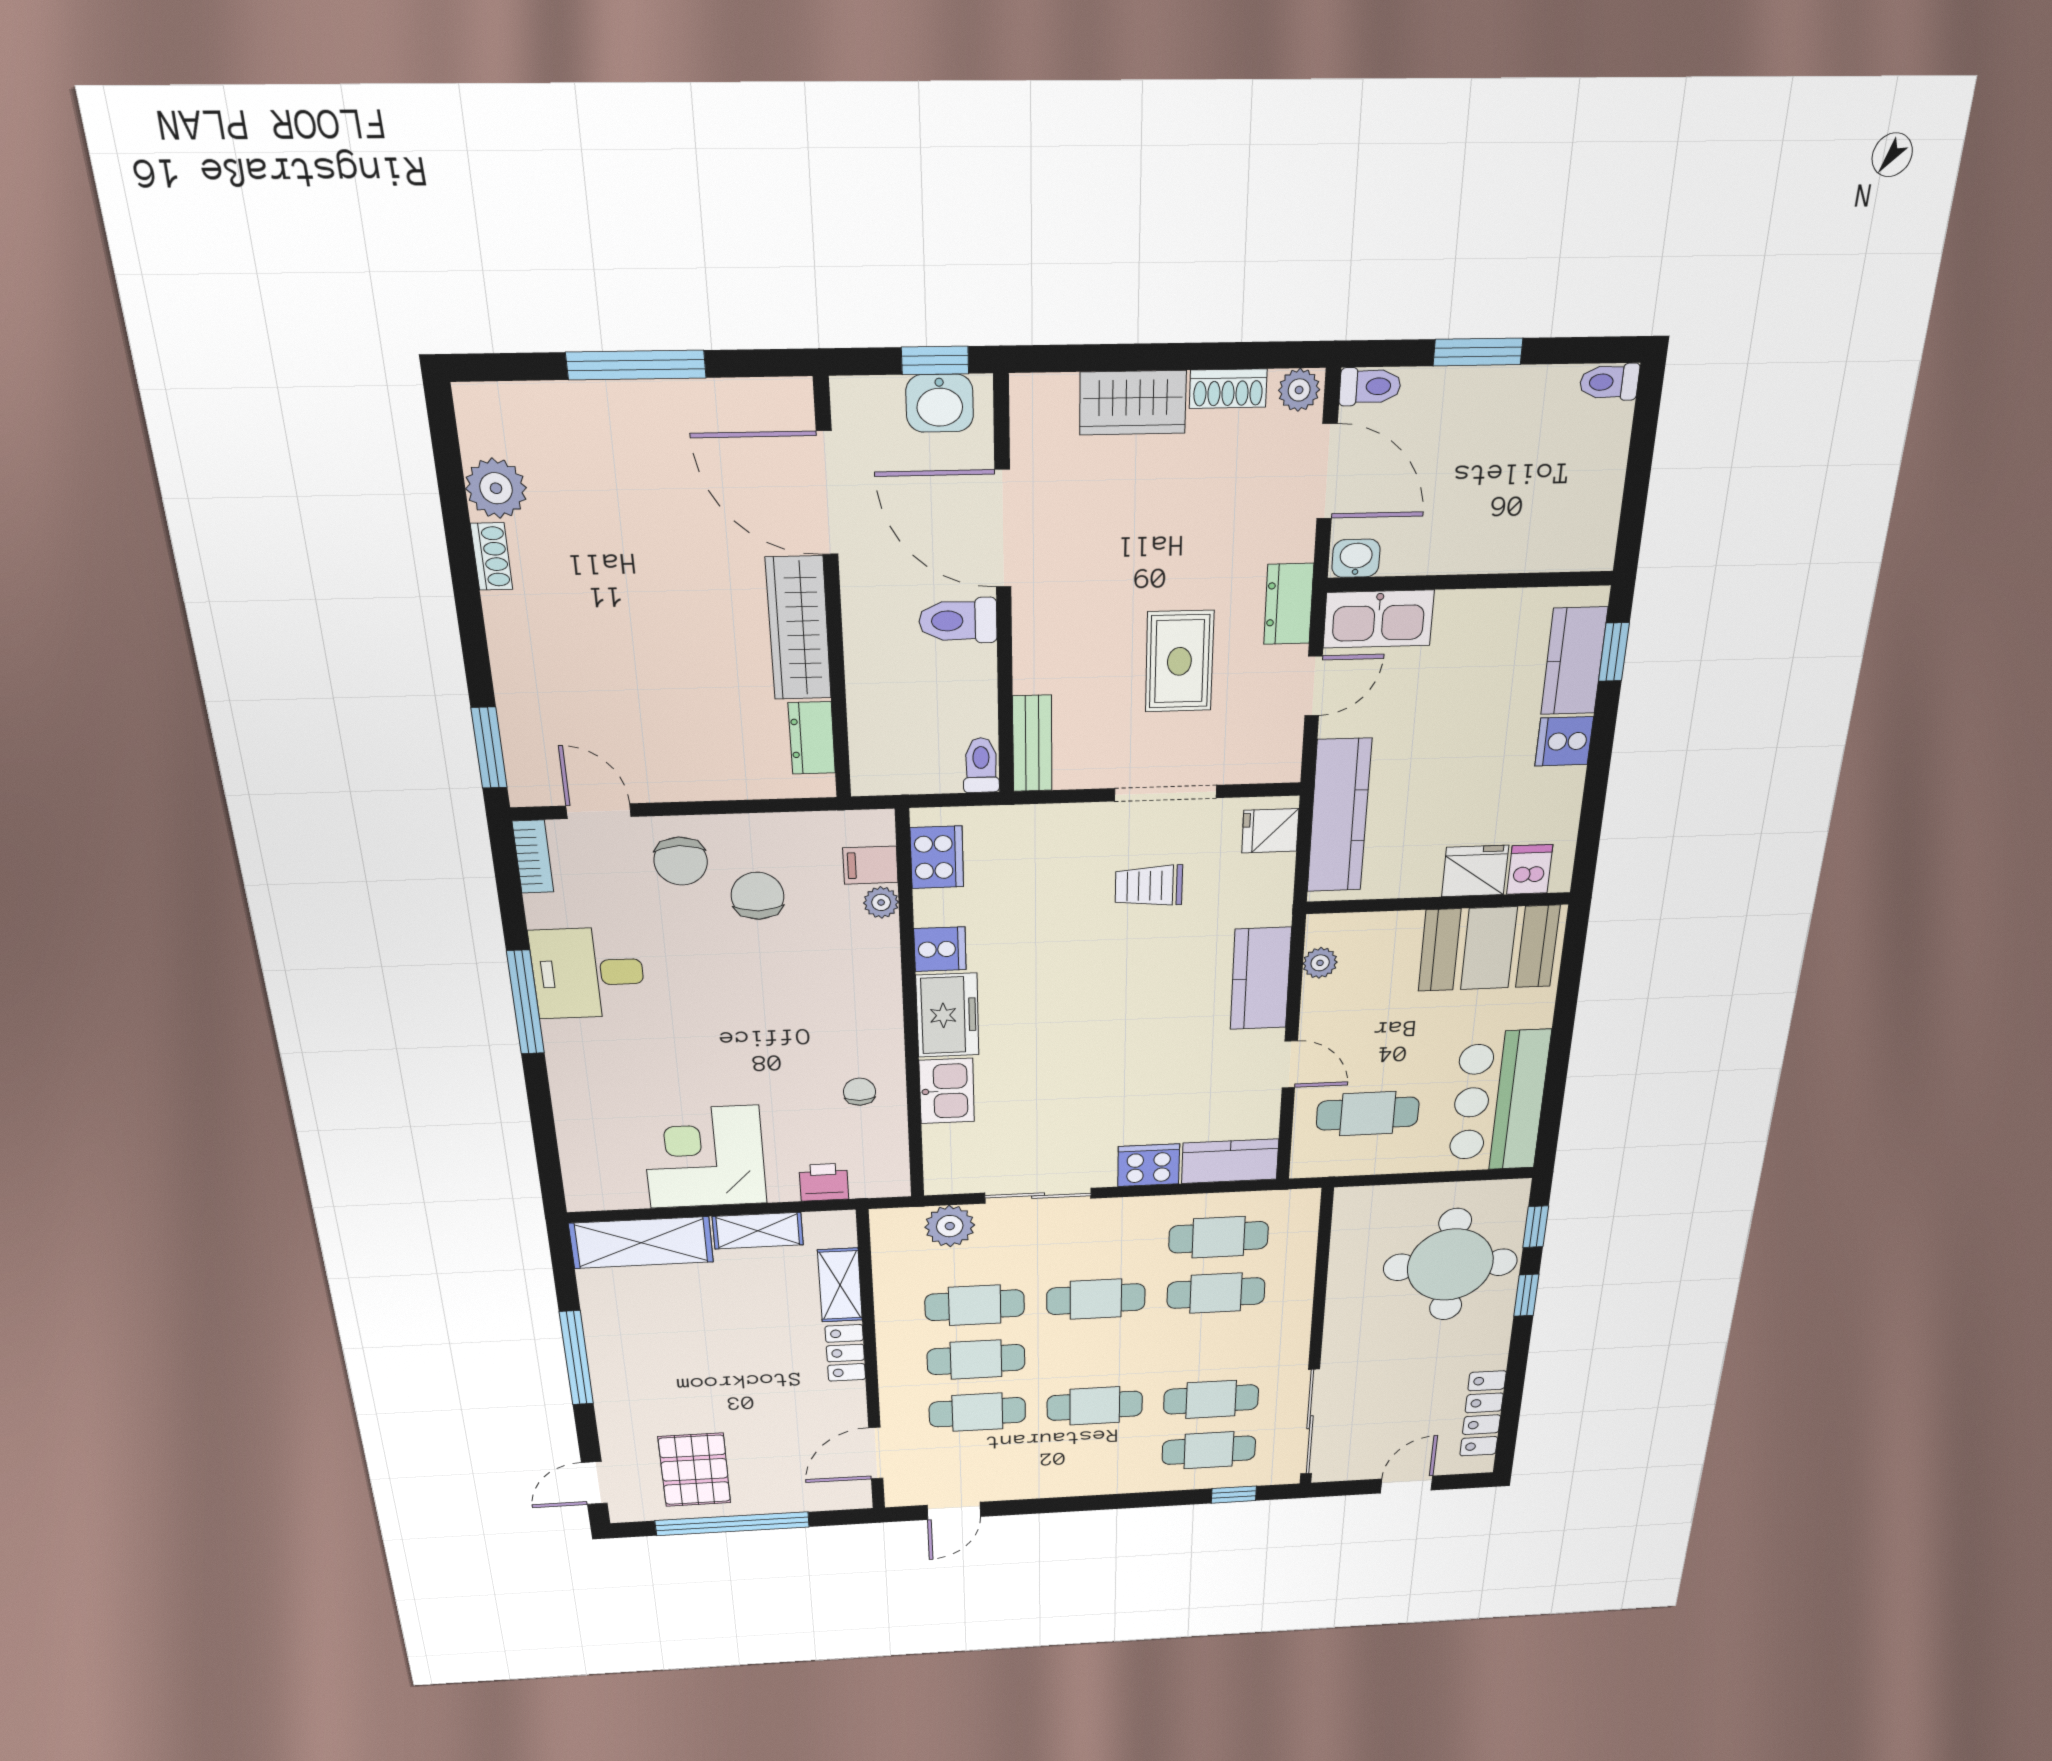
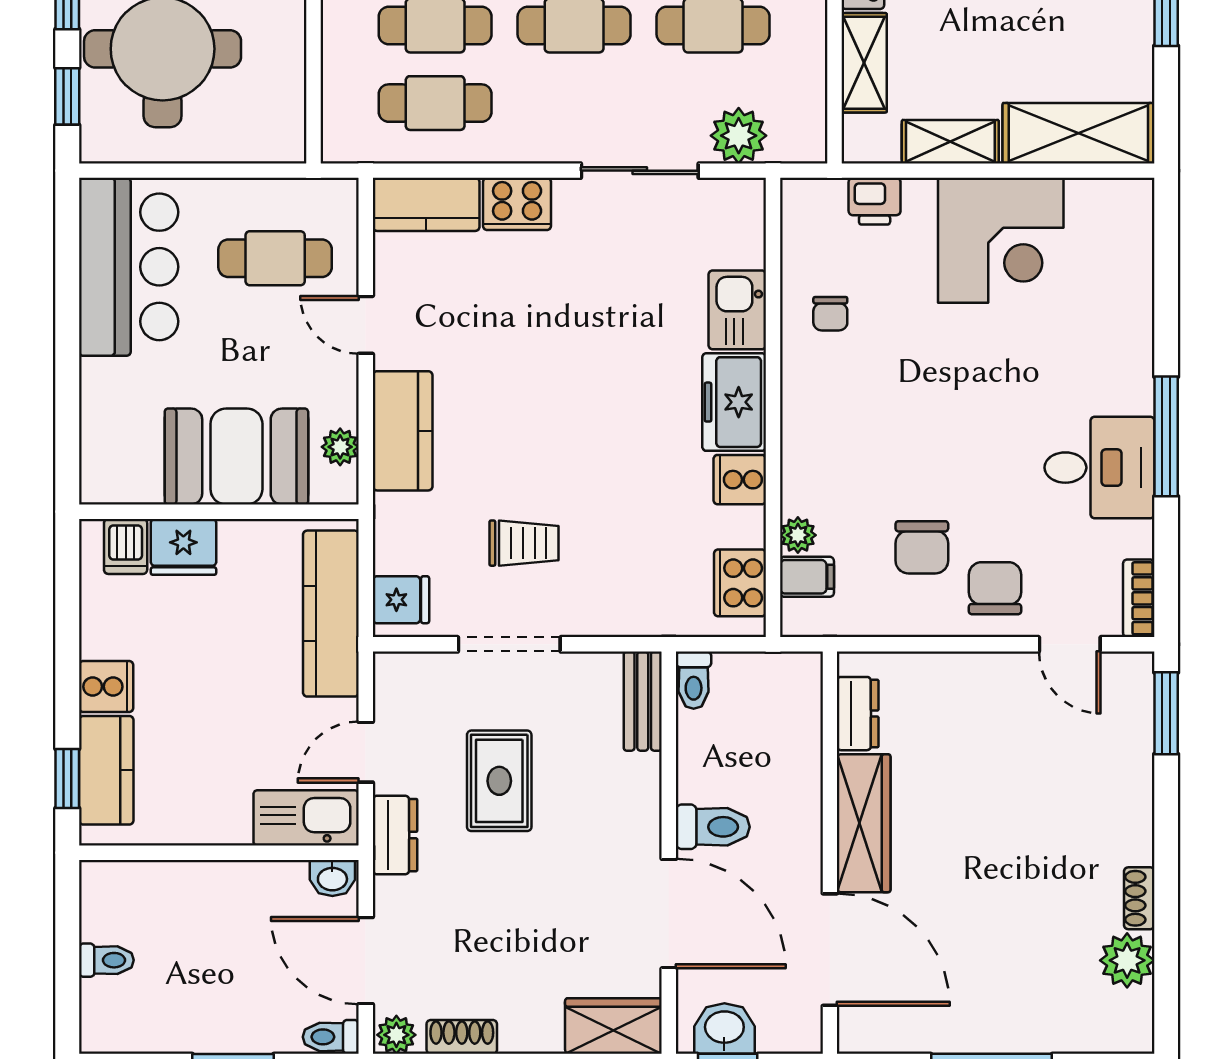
toilet: (1609, 382) -> (106, 960), moved
wardrobe: (1133, 403) -> (613, 1026), moved
booth: (1489, 948) -> (236, 456), moved

